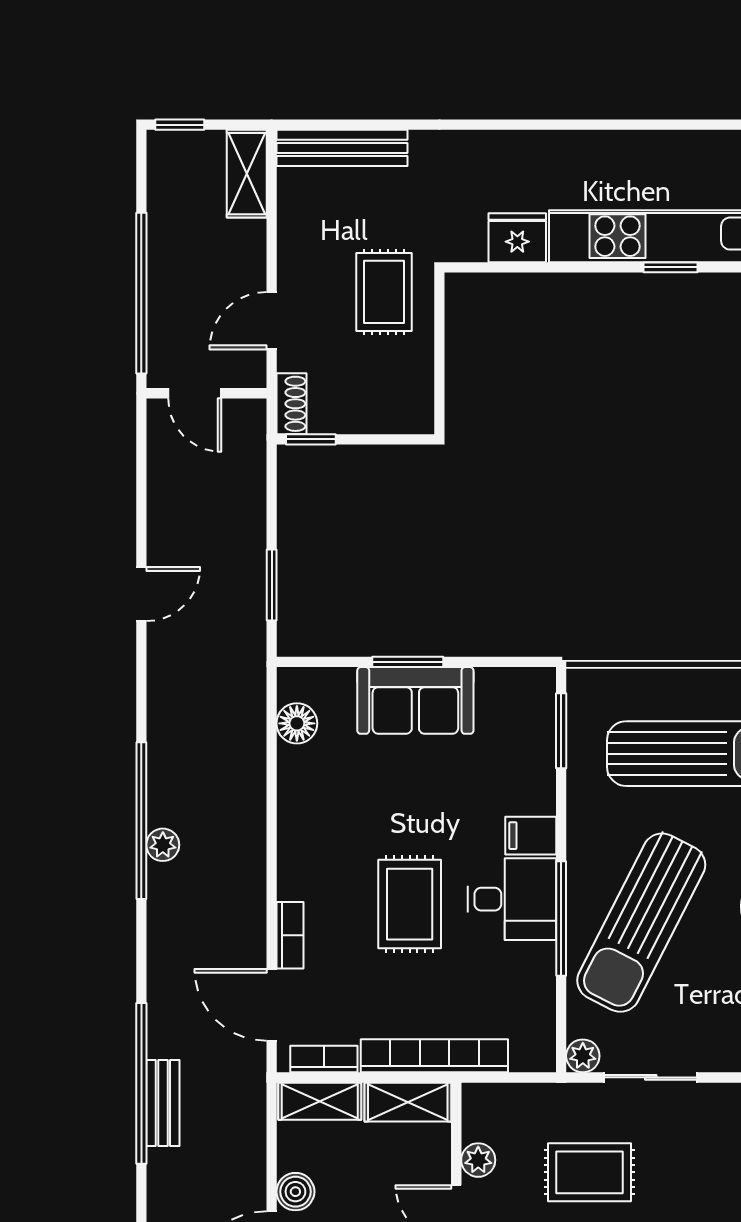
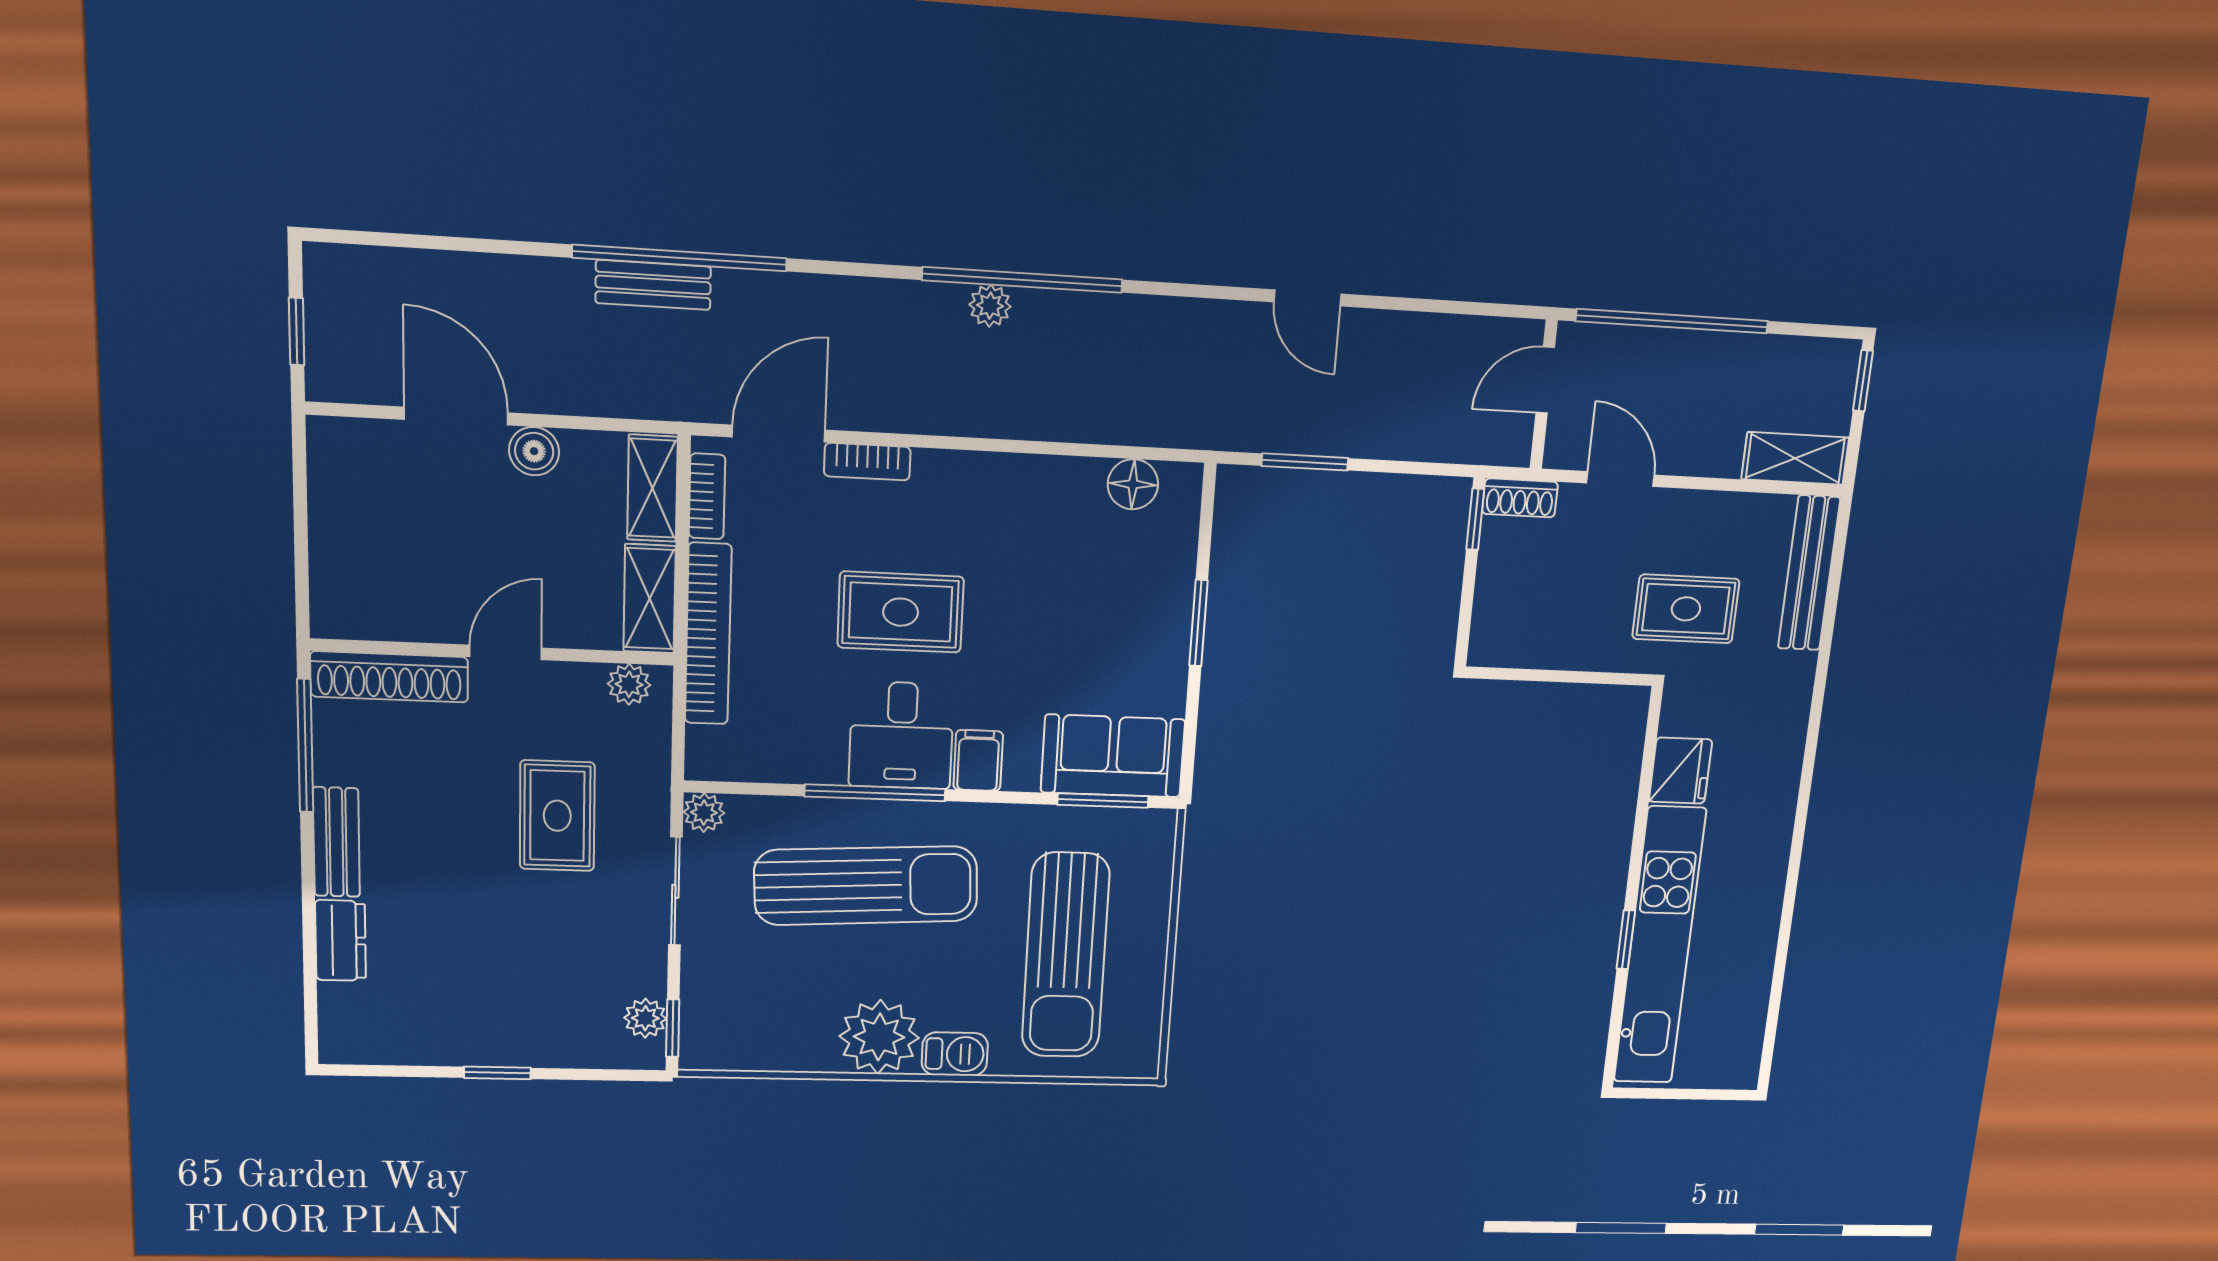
rug: (384, 292) -> (1686, 609), moved
sofa: (415, 700) -> (1113, 756), moved, turned 90
sun lounger: (641, 923) -> (866, 886), turned 150
plant: (478, 1160) -> (629, 684), moved

